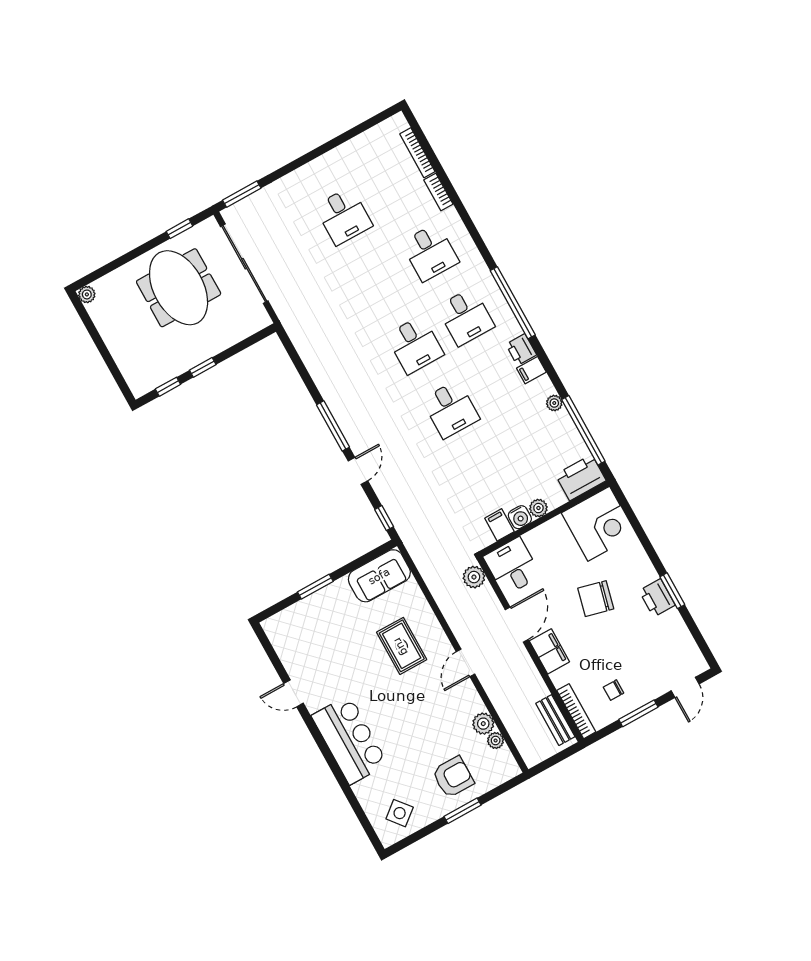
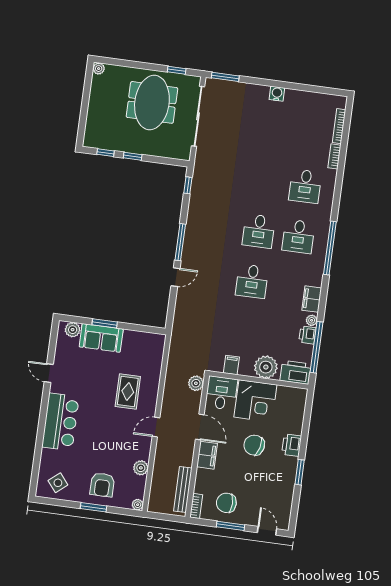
desk: (344, 216) -> (272, 131), removed
printer: (521, 350) -> (307, 335), moved
filing cabinet: (531, 370) -> (312, 299), width x2.00
plant: (538, 508) -> (266, 367), width x1.88, depth x1.88
water cooler: (520, 517) -> (277, 94), moved, turned 180
window: (384, 518) -> (188, 185), moved
corner desk: (599, 524) -> (255, 401), moved
sofa: (379, 576) -> (101, 338), moved
printer: (657, 598) -> (292, 445), moved
plant: (283, 622) -> (73, 330), added
door: (517, 625) -> (200, 427), hinge flipped
door: (685, 687) -> (267, 531), swing flipped
chair: (614, 690) -> (226, 503), width x1.87, depth x1.87
bookcase: (576, 711) -> (196, 506), width x0.64
bench: (555, 720) -> (183, 489), width x1.36
plant: (496, 740) -> (138, 505), moved
armchair: (453, 777) -> (102, 485), turned 90

